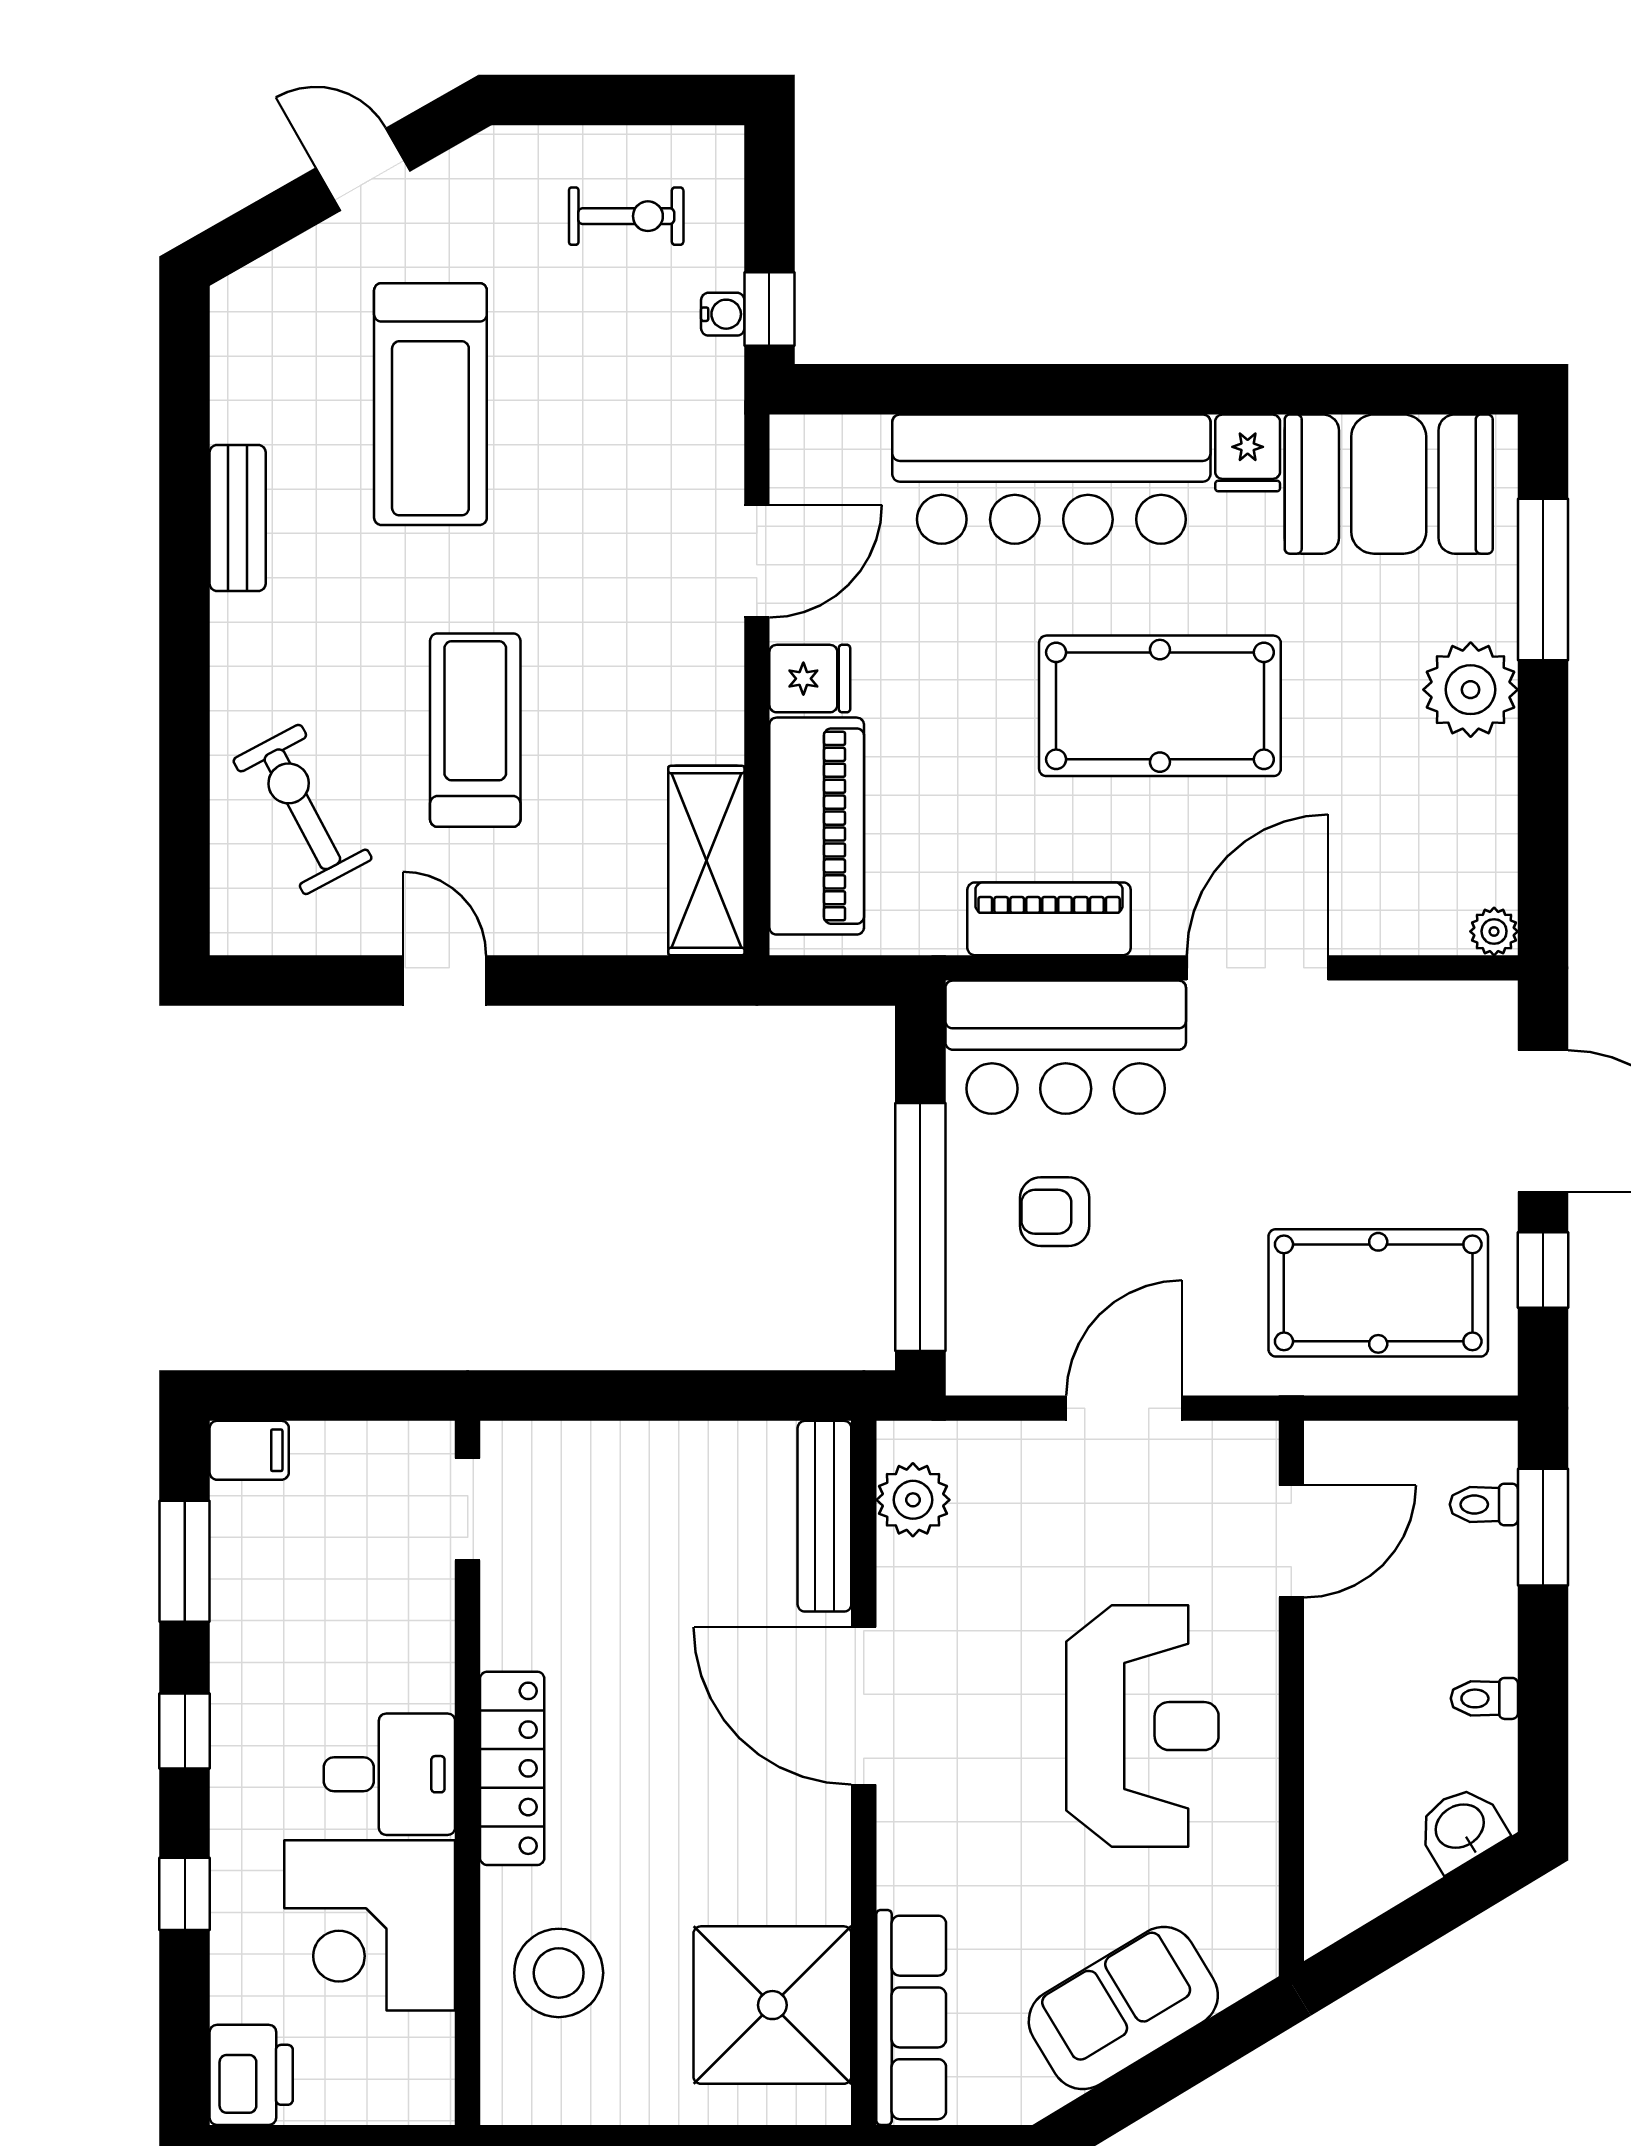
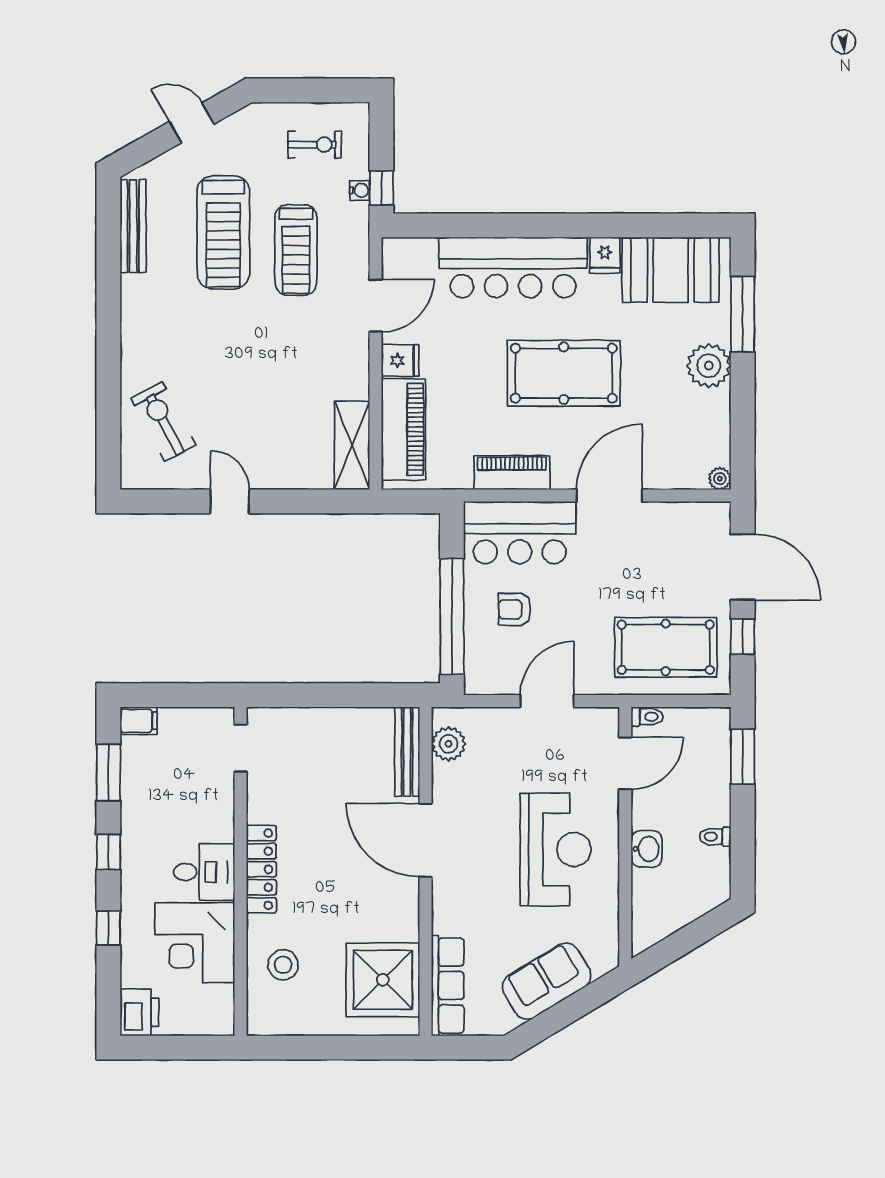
bench: (238, 518) -> (133, 226), moved, width x1.36
treadmill: (475, 730) -> (296, 250), moved, turned 180
toilet: (1484, 1504) -> (647, 717), moved, turned 180
washbasin: (1461, 1828) -> (647, 849), moved, turned 121
stool: (559, 1973) -> (283, 965), width x0.73, depth x0.73

